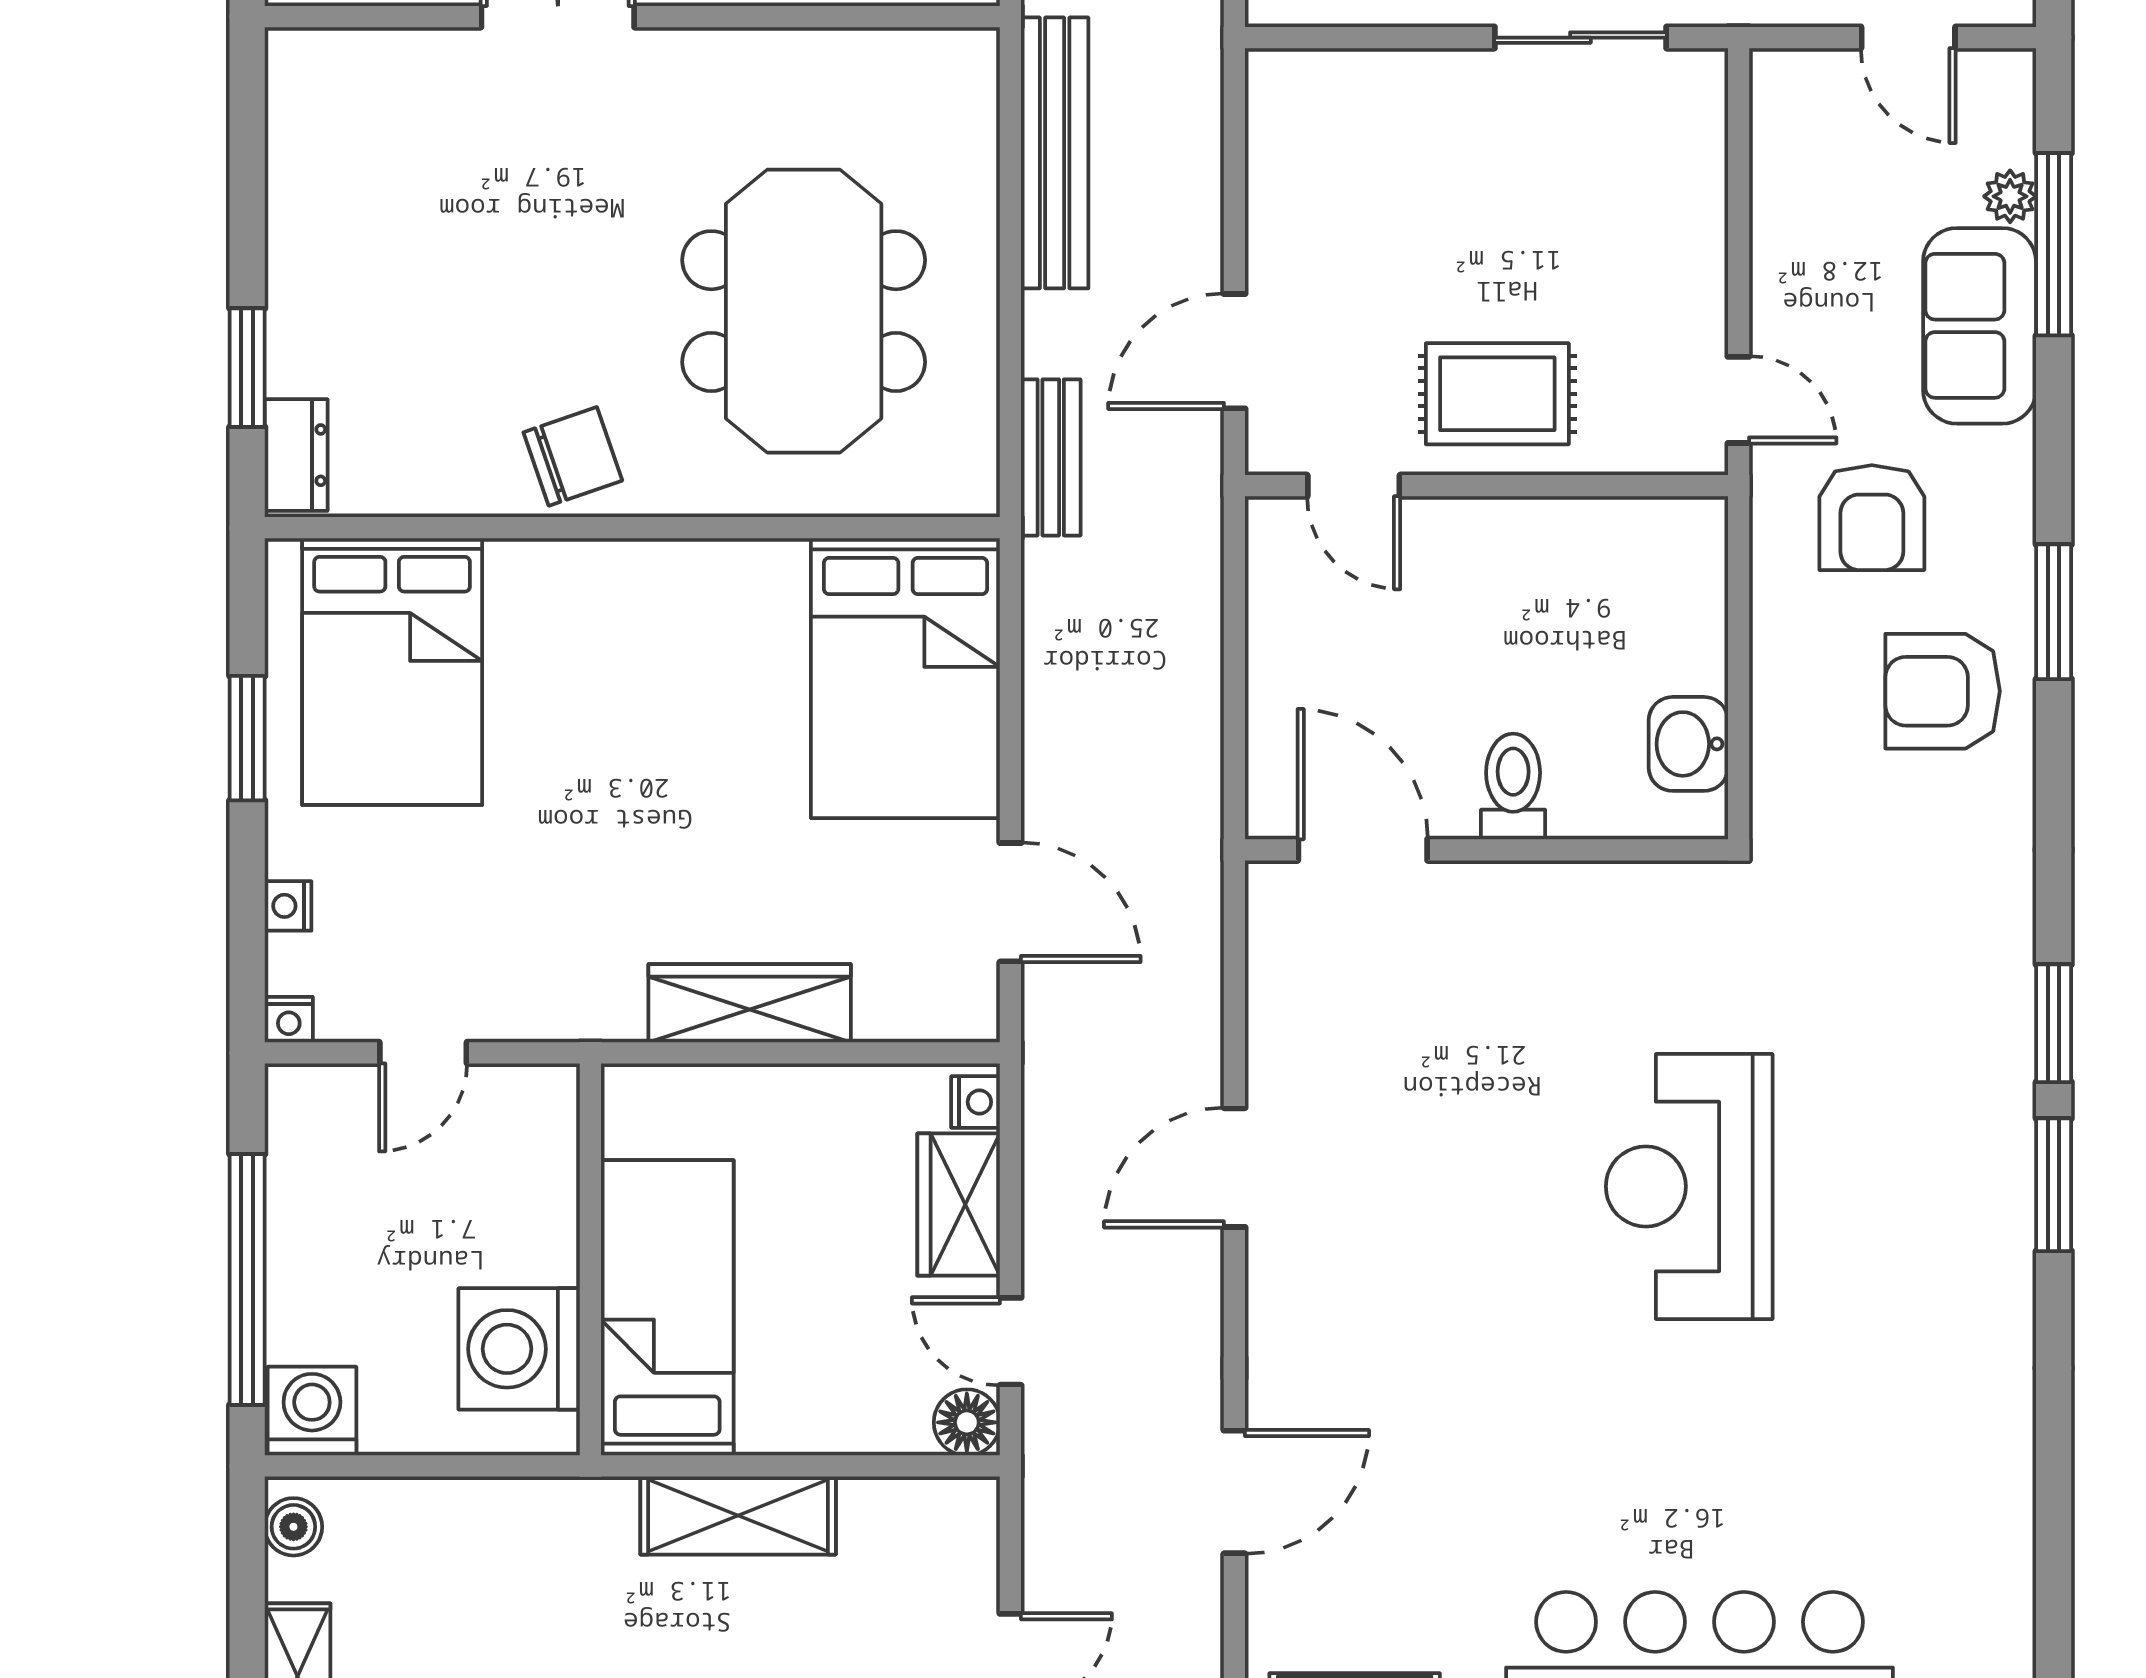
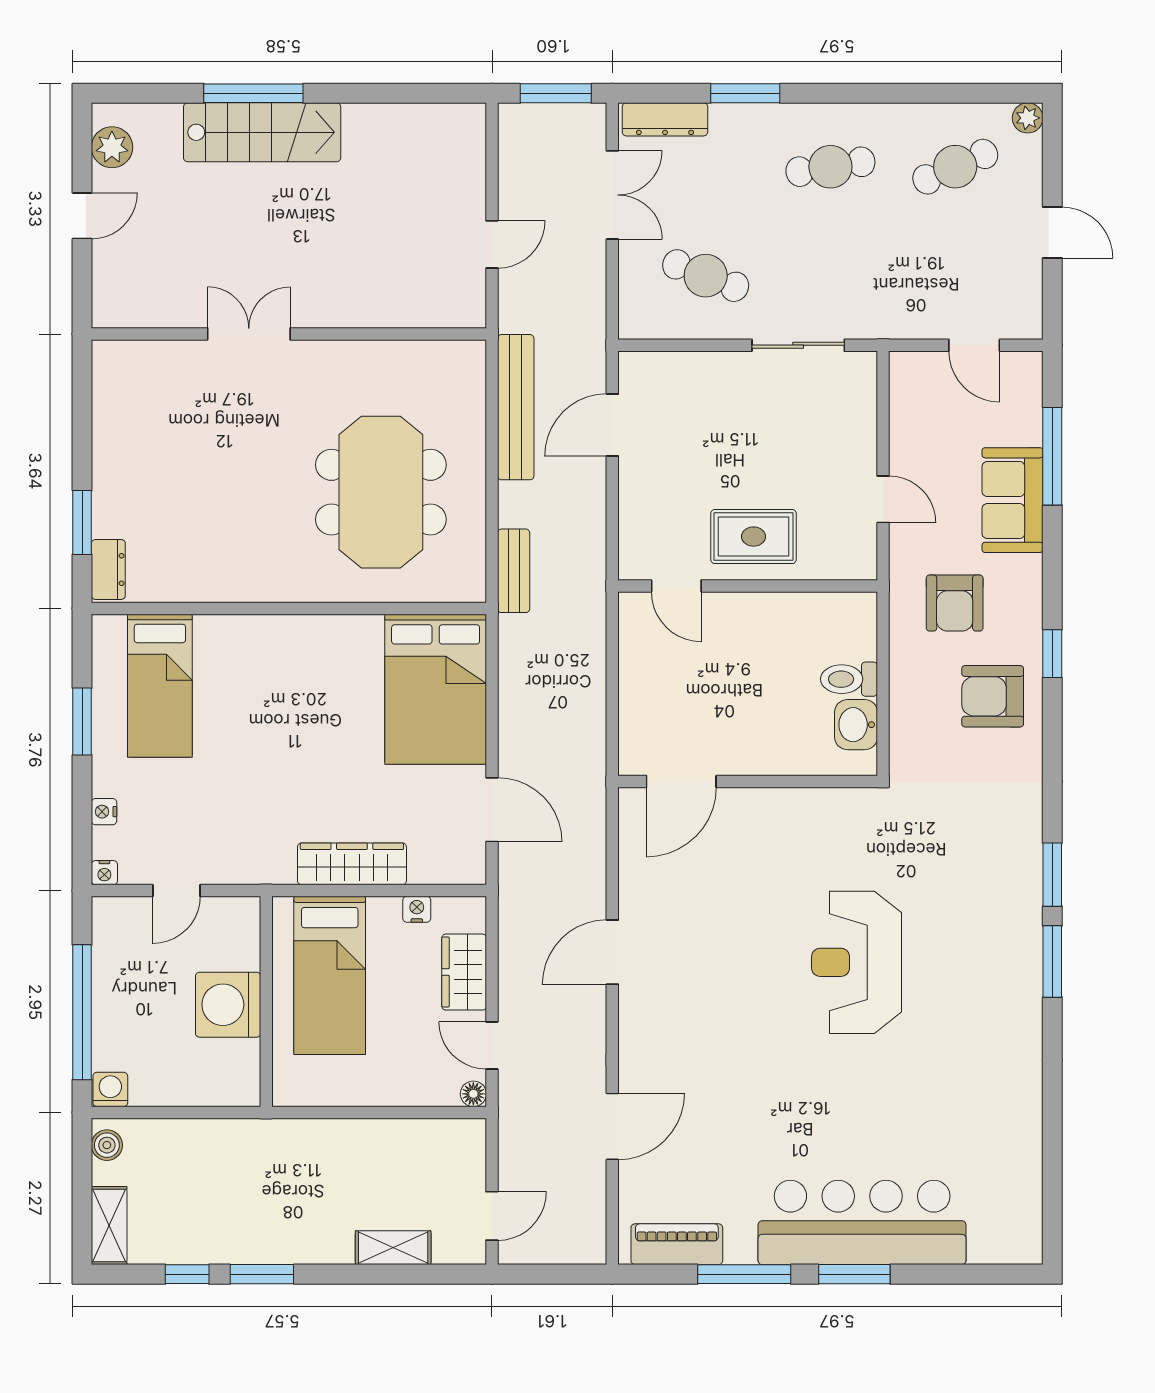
plant: (2010, 196) -> (1029, 431), removed
door: (1234, 351) -> (612, 425), moved
door: (1739, 400) -> (883, 499), moved
chair: (573, 456) -> (257, 570), removed
window: (2054, 612) -> (1052, 654), width x0.67
bed: (392, 672) -> (160, 686), width x0.67
toilet: (1513, 786) -> (849, 679), moved, turned -90
door: (1363, 850) -> (681, 781), swing flipped
nightstand: (976, 1102) -> (417, 909), moved, turned -90
bed: (667, 1308) -> (330, 975), moved, turned 180
washing machine: (519, 1349) -> (228, 1005), moved
washing machine: (312, 1411) -> (110, 1089), width x0.73, depth x0.73
floor lamp: (967, 1422) -> (473, 1094), width x0.73, depth x0.73
shelving: (738, 1516) -> (346, 1139), removed

